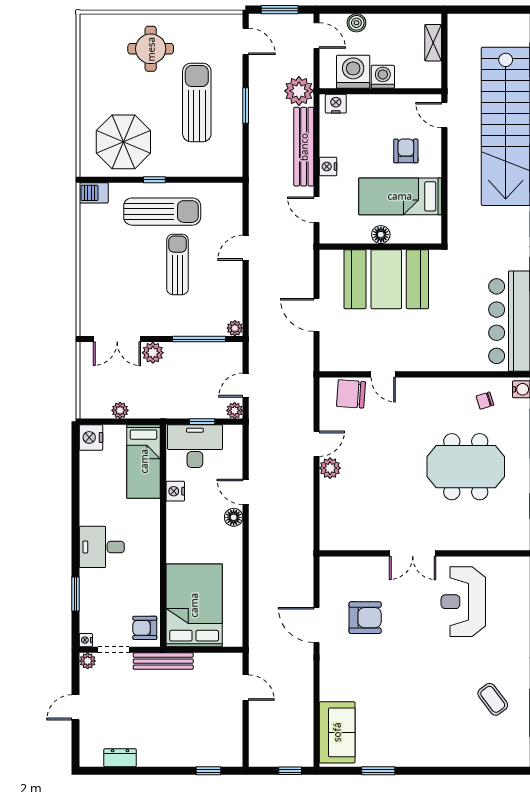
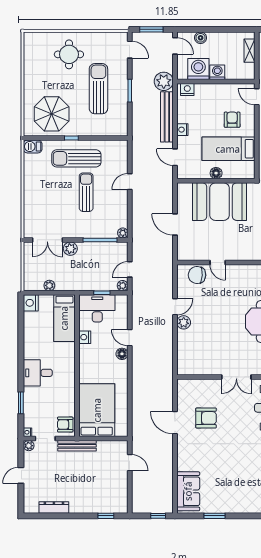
sun lounger: (162, 212) -> (76, 158), turned 180
dresser: (120, 758) -> (54, 508), width x1.44

